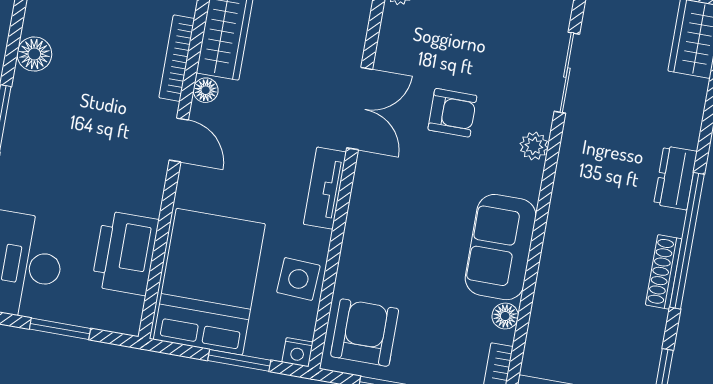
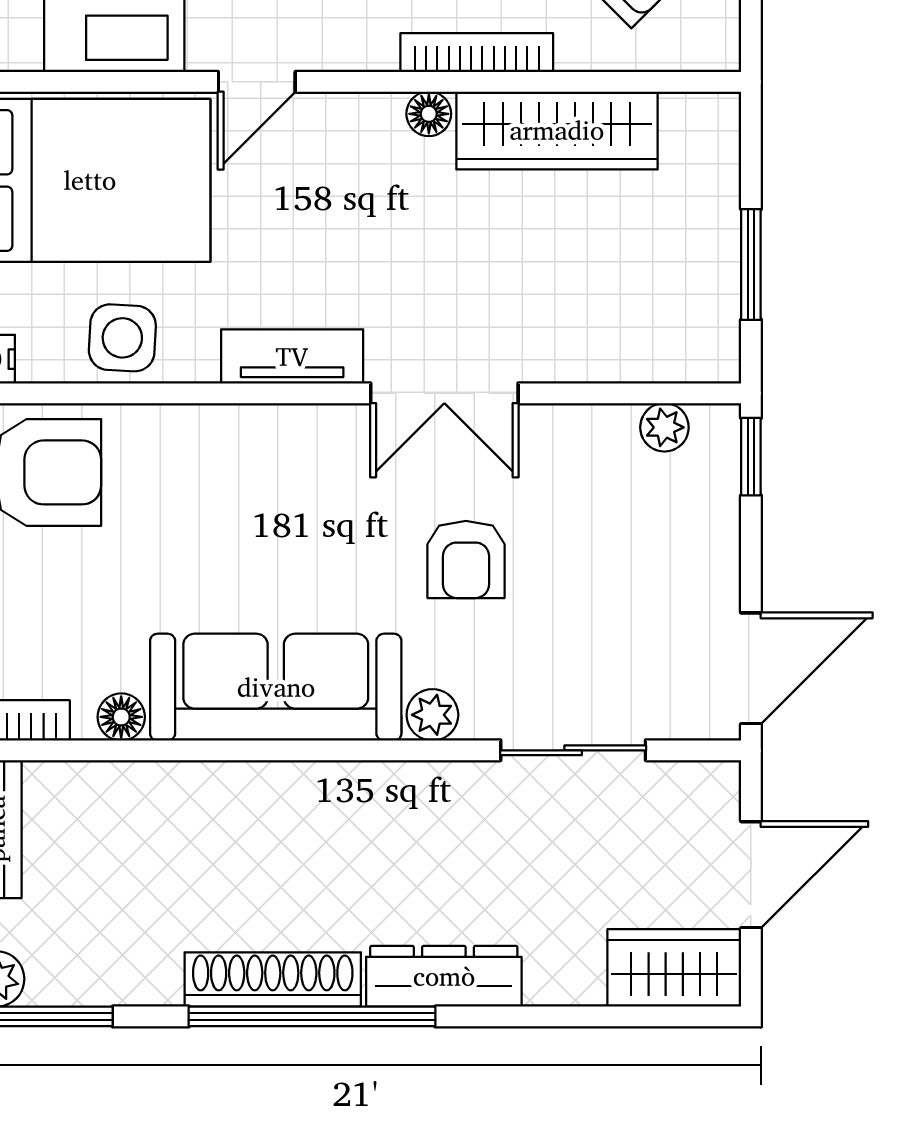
door: (179, 140) -> (257, 82), moved
dresser: (675, 178) -> (444, 976), width x1.44
sofa: (501, 247) -> (276, 687), width x1.36
shoe rack: (664, 272) -> (273, 979), width x1.36, depth x1.24

